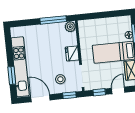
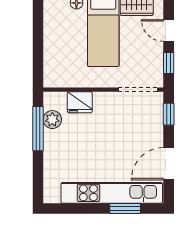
plant: (70, 27) -> (52, 120), moved
fridge: (72, 54) -> (80, 102), moved
stool: (60, 79) -> (140, 127), removed

